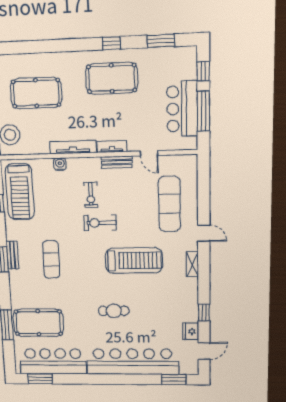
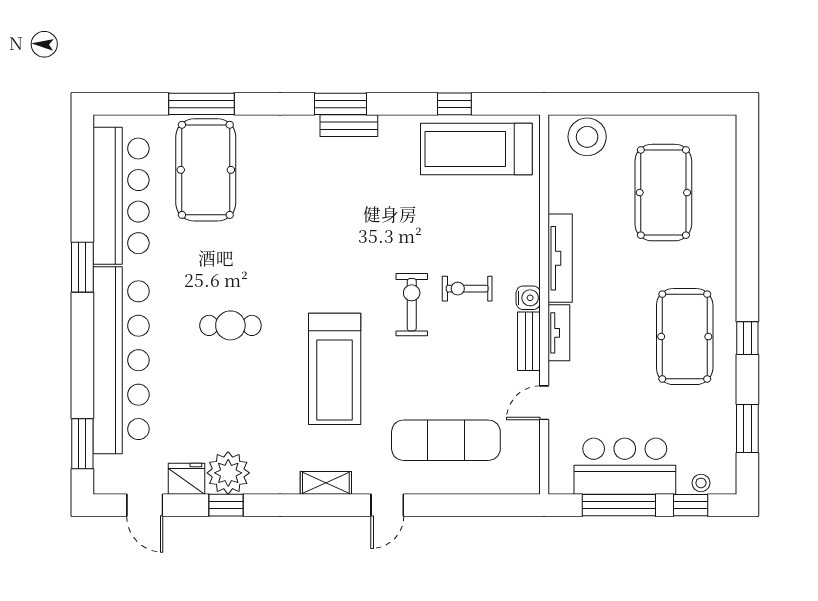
stool: (191, 66) -> (701, 483), added
water cooler: (60, 164) -> (528, 298), moved
exercise mat: (51, 259) -> (339, 204), removed
cafe table: (114, 311) -> (230, 325), turned 90
plant: (188, 312) -> (228, 473), added
window: (40, 379) -> (82, 267), moved

